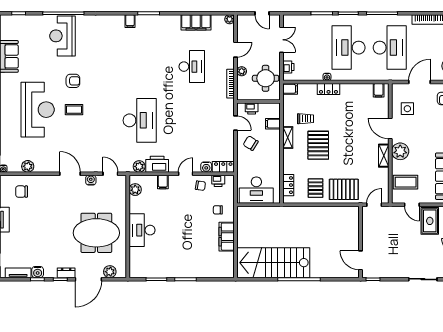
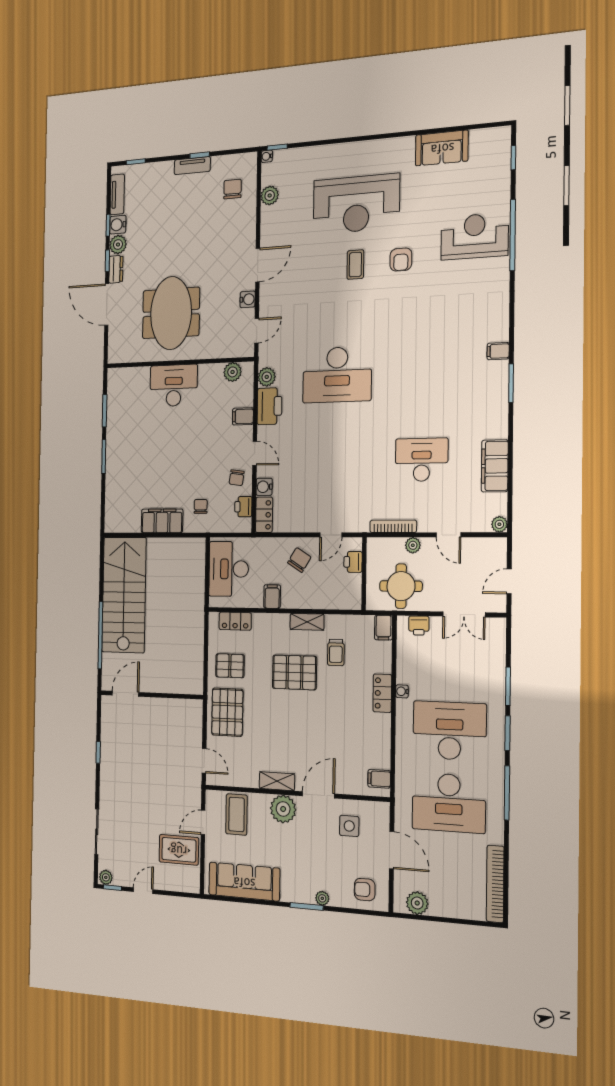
desk: (192, 67) -> (422, 460), turned 180
filing cabinet: (273, 124) -> (272, 597), moved
wall: (361, 242) -> (151, 695), moved
door: (361, 260) -> (125, 694), moved
plant: (110, 272) -> (118, 245), moved

